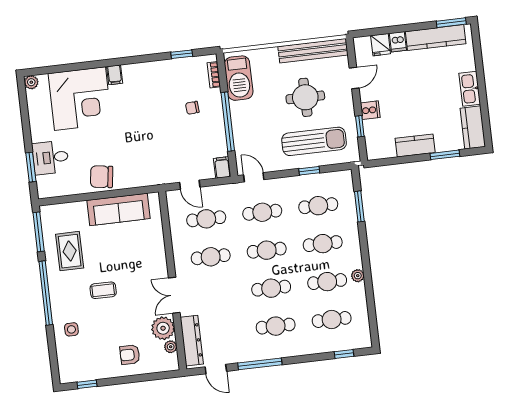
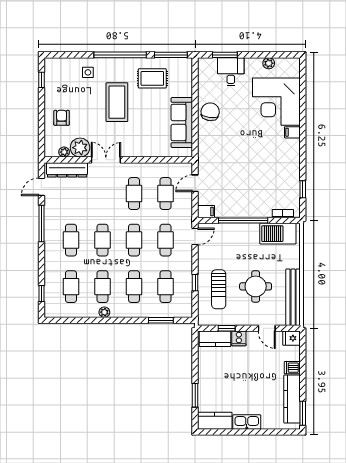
fridge: (381, 45) -> (292, 338), moved
plant: (31, 82) -> (269, 63), moved
chair: (192, 108) -> (258, 193), removed
sun lounger: (314, 141) -> (219, 289), width x0.73, depth x0.75
kitchen counter: (415, 145) -> (215, 339), moved, turned 90
coffee table: (103, 290) -> (117, 102), width x1.86, depth x1.72

